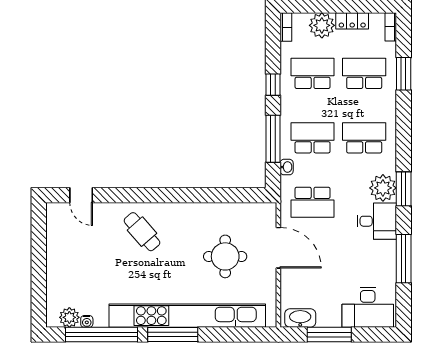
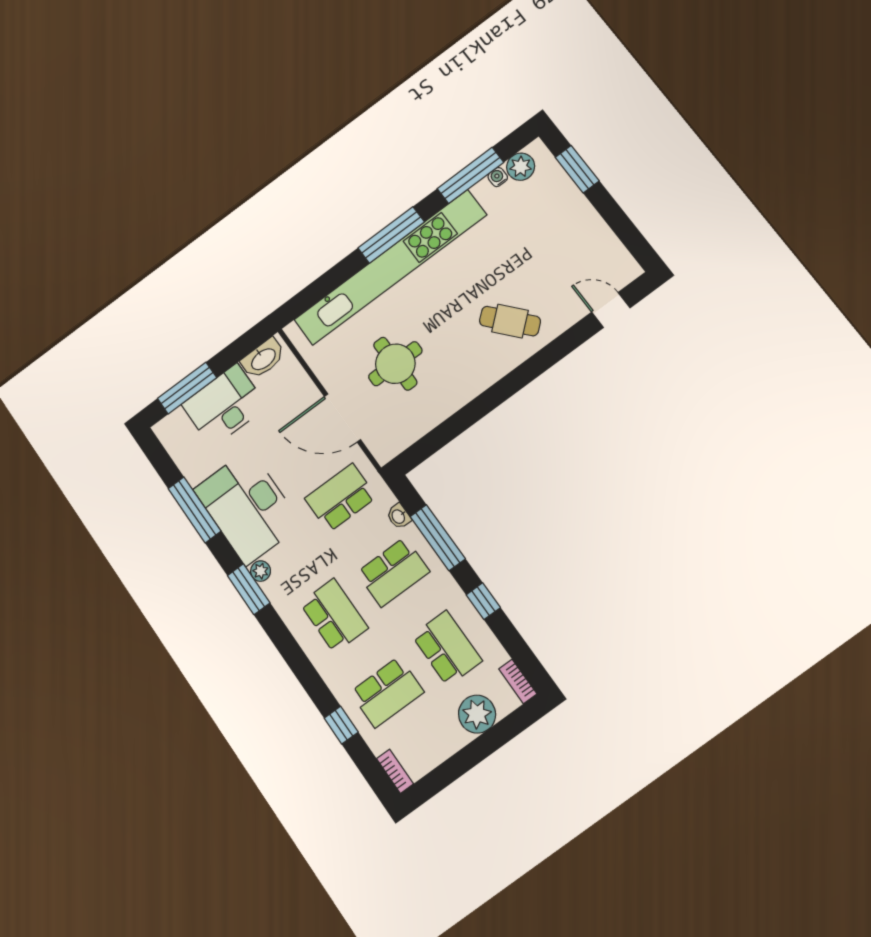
locker: (352, 21) -> (445, 746), removed
school desk: (313, 73) -> (447, 648), turned -90
window: (404, 74) -> (341, 725), width x0.67
school desk: (364, 138) -> (334, 616), turned -90
plant: (383, 188) -> (261, 571), width x0.53, depth x0.53
desk: (377, 221) -> (248, 507), width x1.87, depth x1.30
window: (39, 291) -> (577, 169), added
desk: (368, 307) -> (224, 405), moved
window: (101, 335) -> (470, 175), width x0.68
window: (329, 335) -> (187, 388), moved

